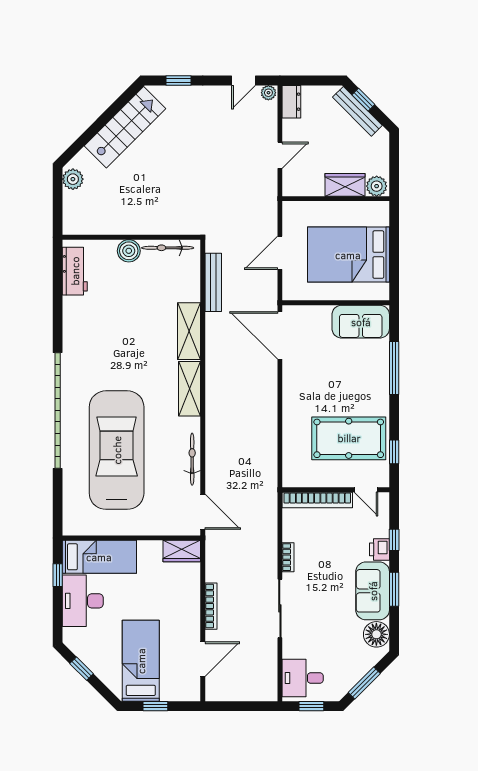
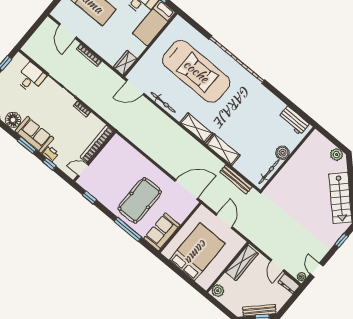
door: (280, 155) -> (277, 265), moved
wardrobe: (345, 185) -> (242, 263), moved, width x1.50
pool table: (349, 438) -> (140, 200), moved
desk: (303, 678) -> (31, 78), moved

